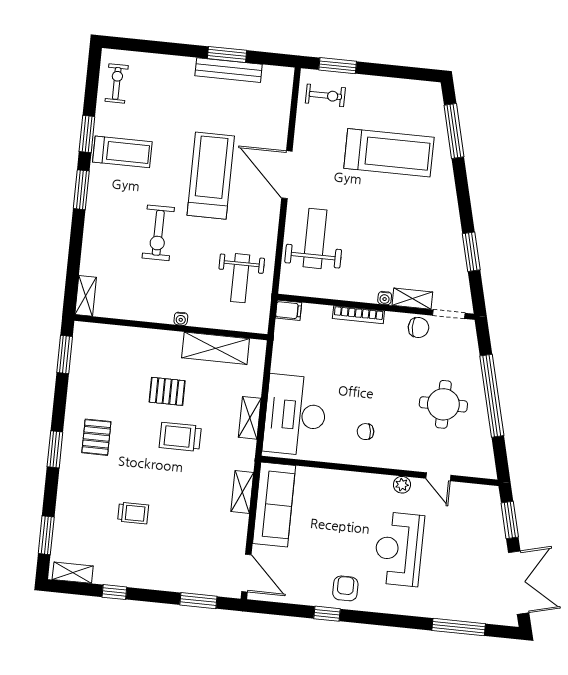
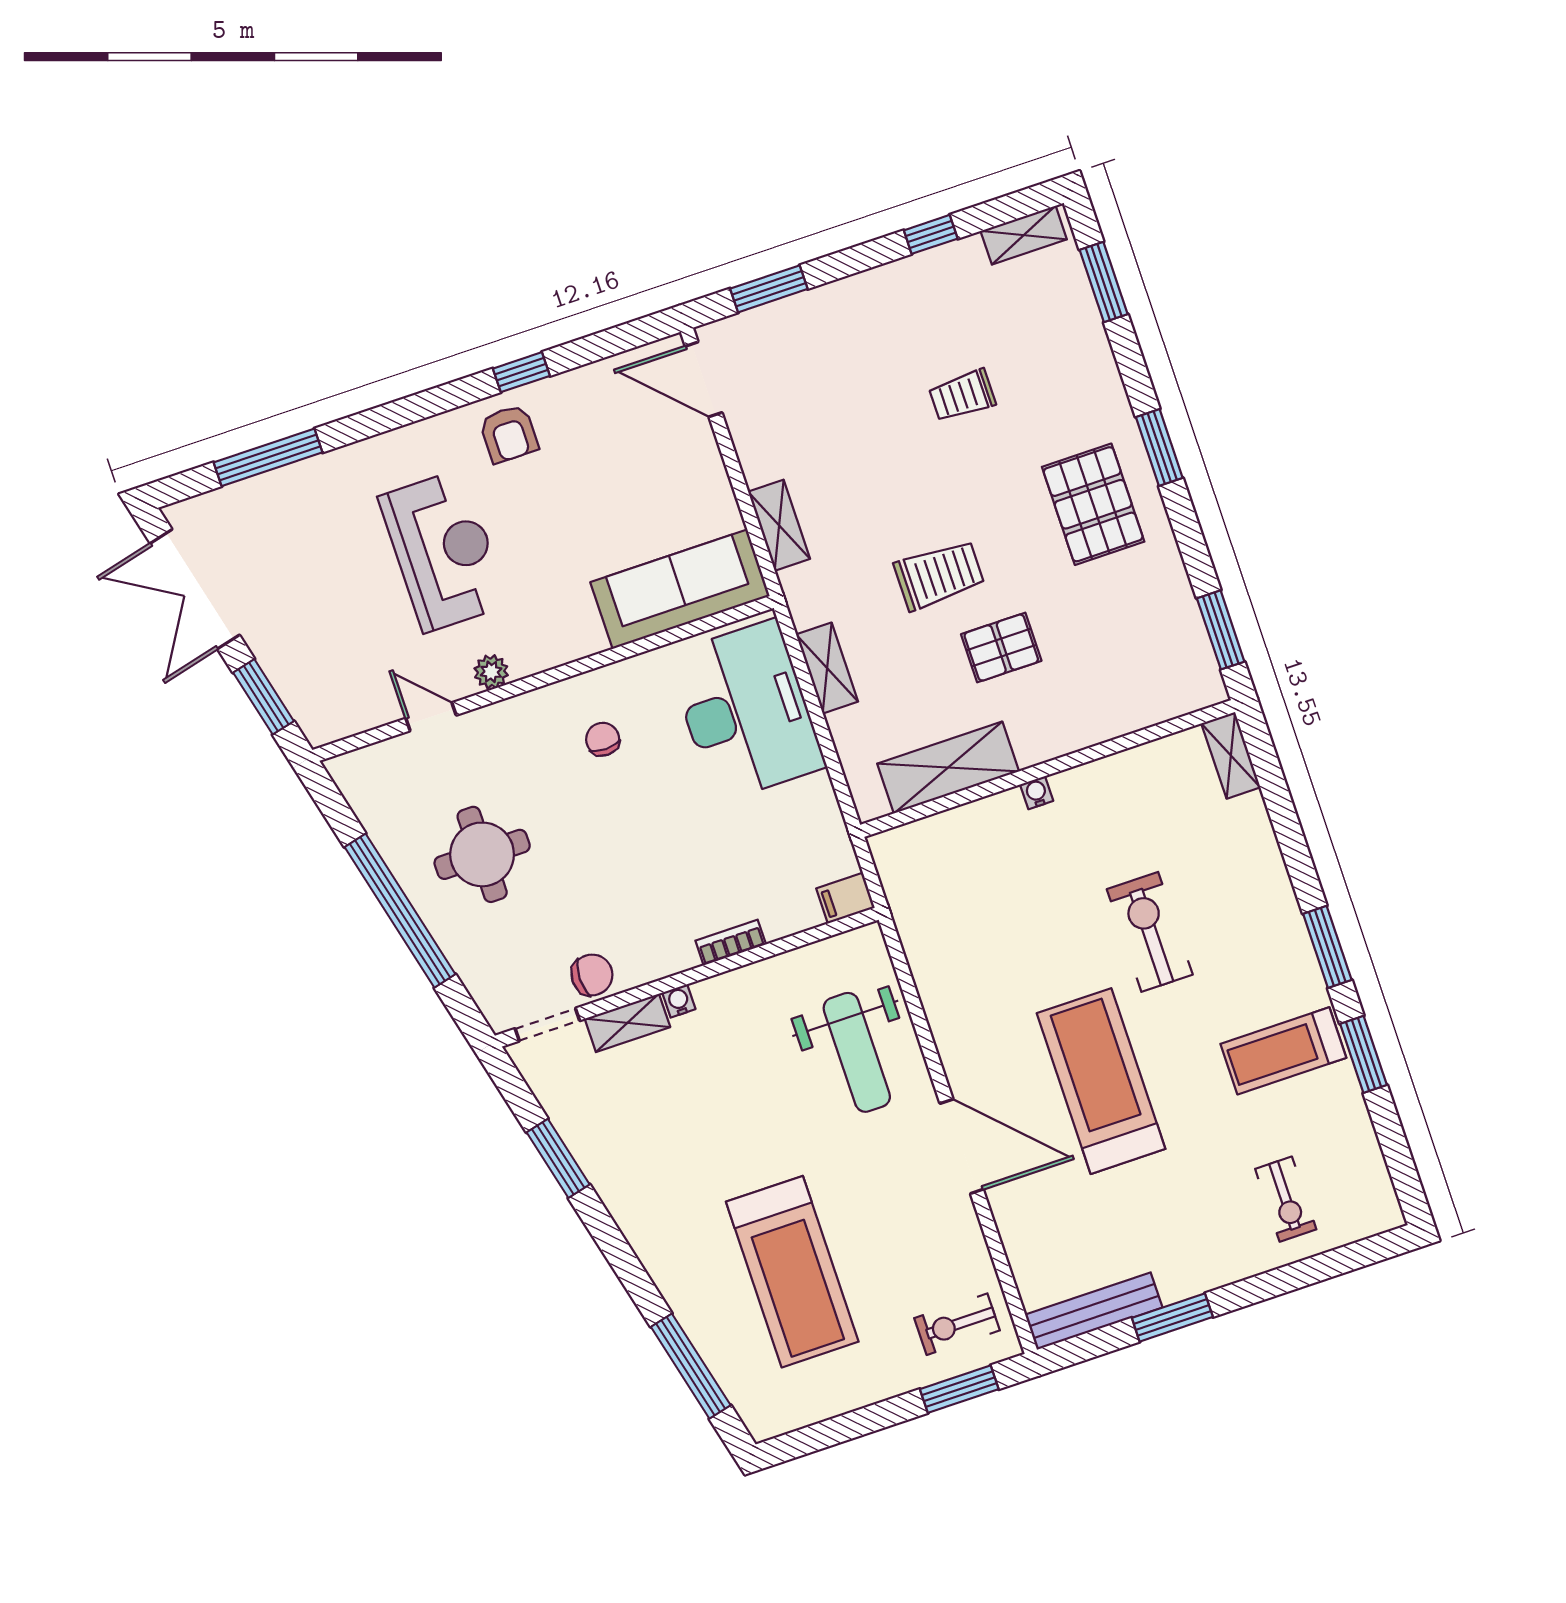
bench: (229, 70) -> (1094, 1311), moved
exercise bike: (117, 83) -> (1286, 1199), moved
treadmill: (389, 153) -> (792, 1272), turned -90
treadmill: (211, 176) -> (1101, 1081), turned 180
weight bench: (240, 278) -> (961, 917), removed
bookcase: (358, 315) -> (731, 942), width x0.64
chair: (418, 328) -> (592, 975), turned 180
chair: (366, 432) -> (603, 739), turned -84
pallet: (96, 437) -> (1093, 504), width x1.50, depth x1.42
sofa: (274, 505) -> (680, 589), moved, turned 90

